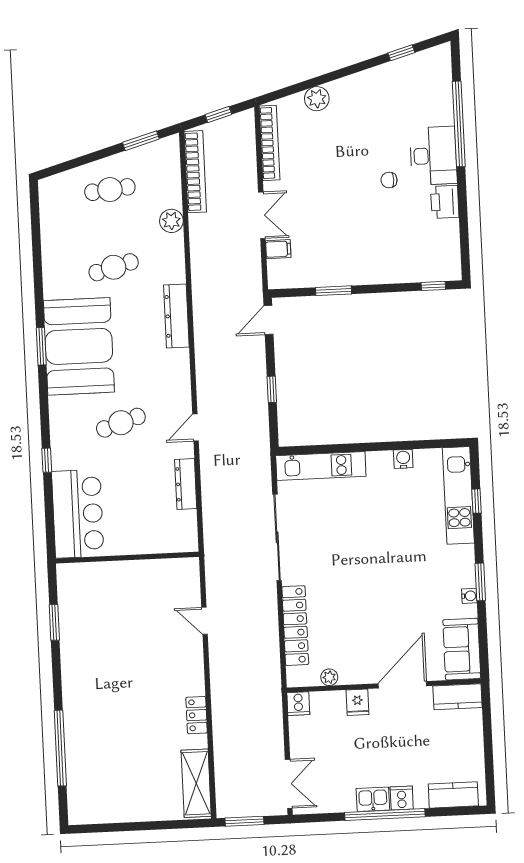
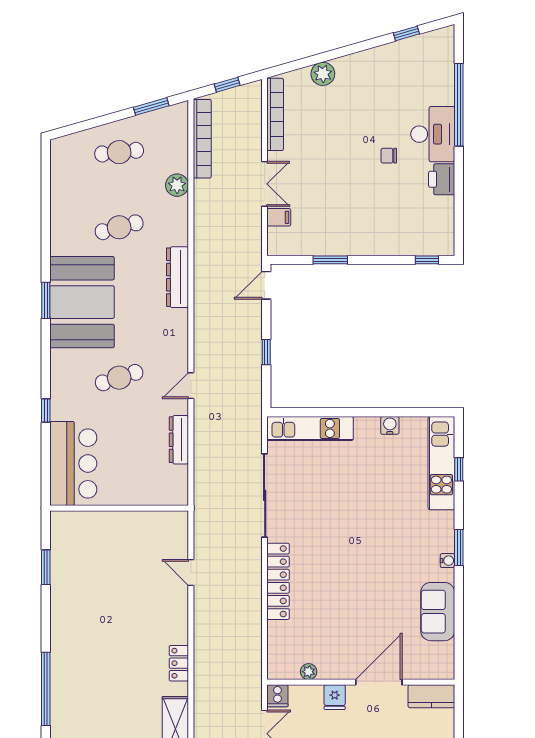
plant: (329, 677) -> (309, 672), moved
door: (402, 685) -> (379, 682), moved
wall: (384, 686) -> (361, 682), moved
kitchen counter: (457, 697) -> (431, 696), moved
fridge: (357, 702) -> (335, 697), moved
cooker: (298, 704) -> (277, 696), moved

